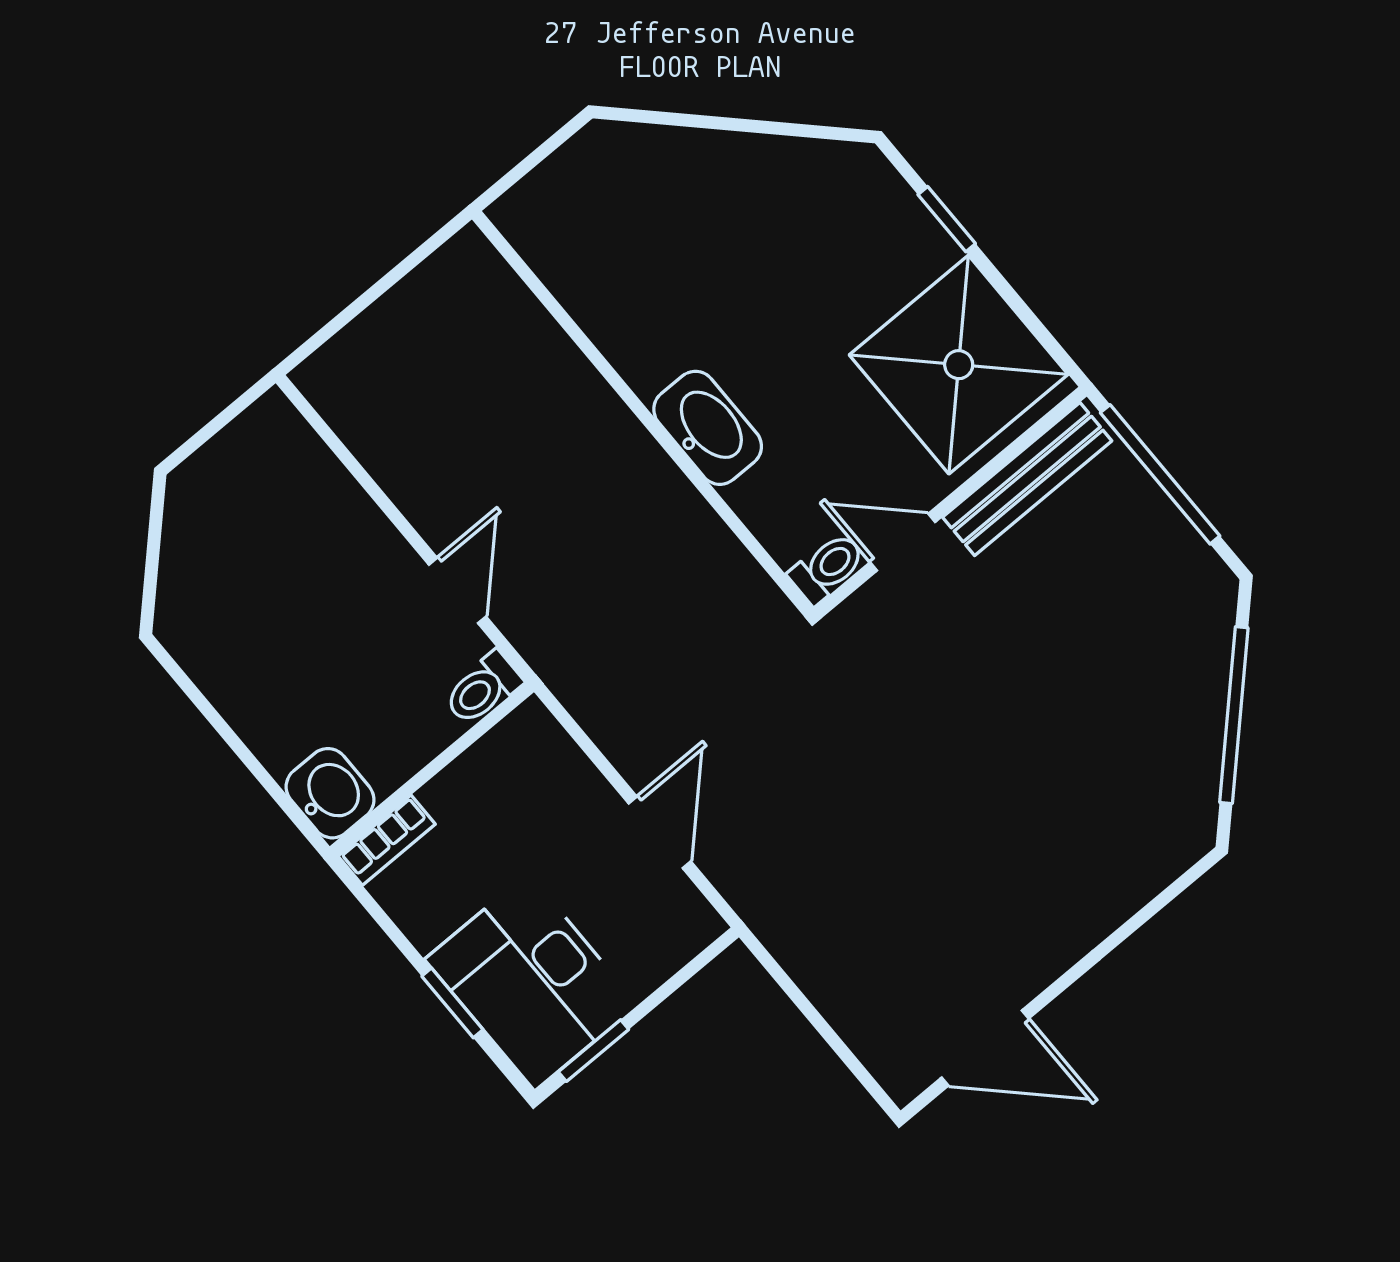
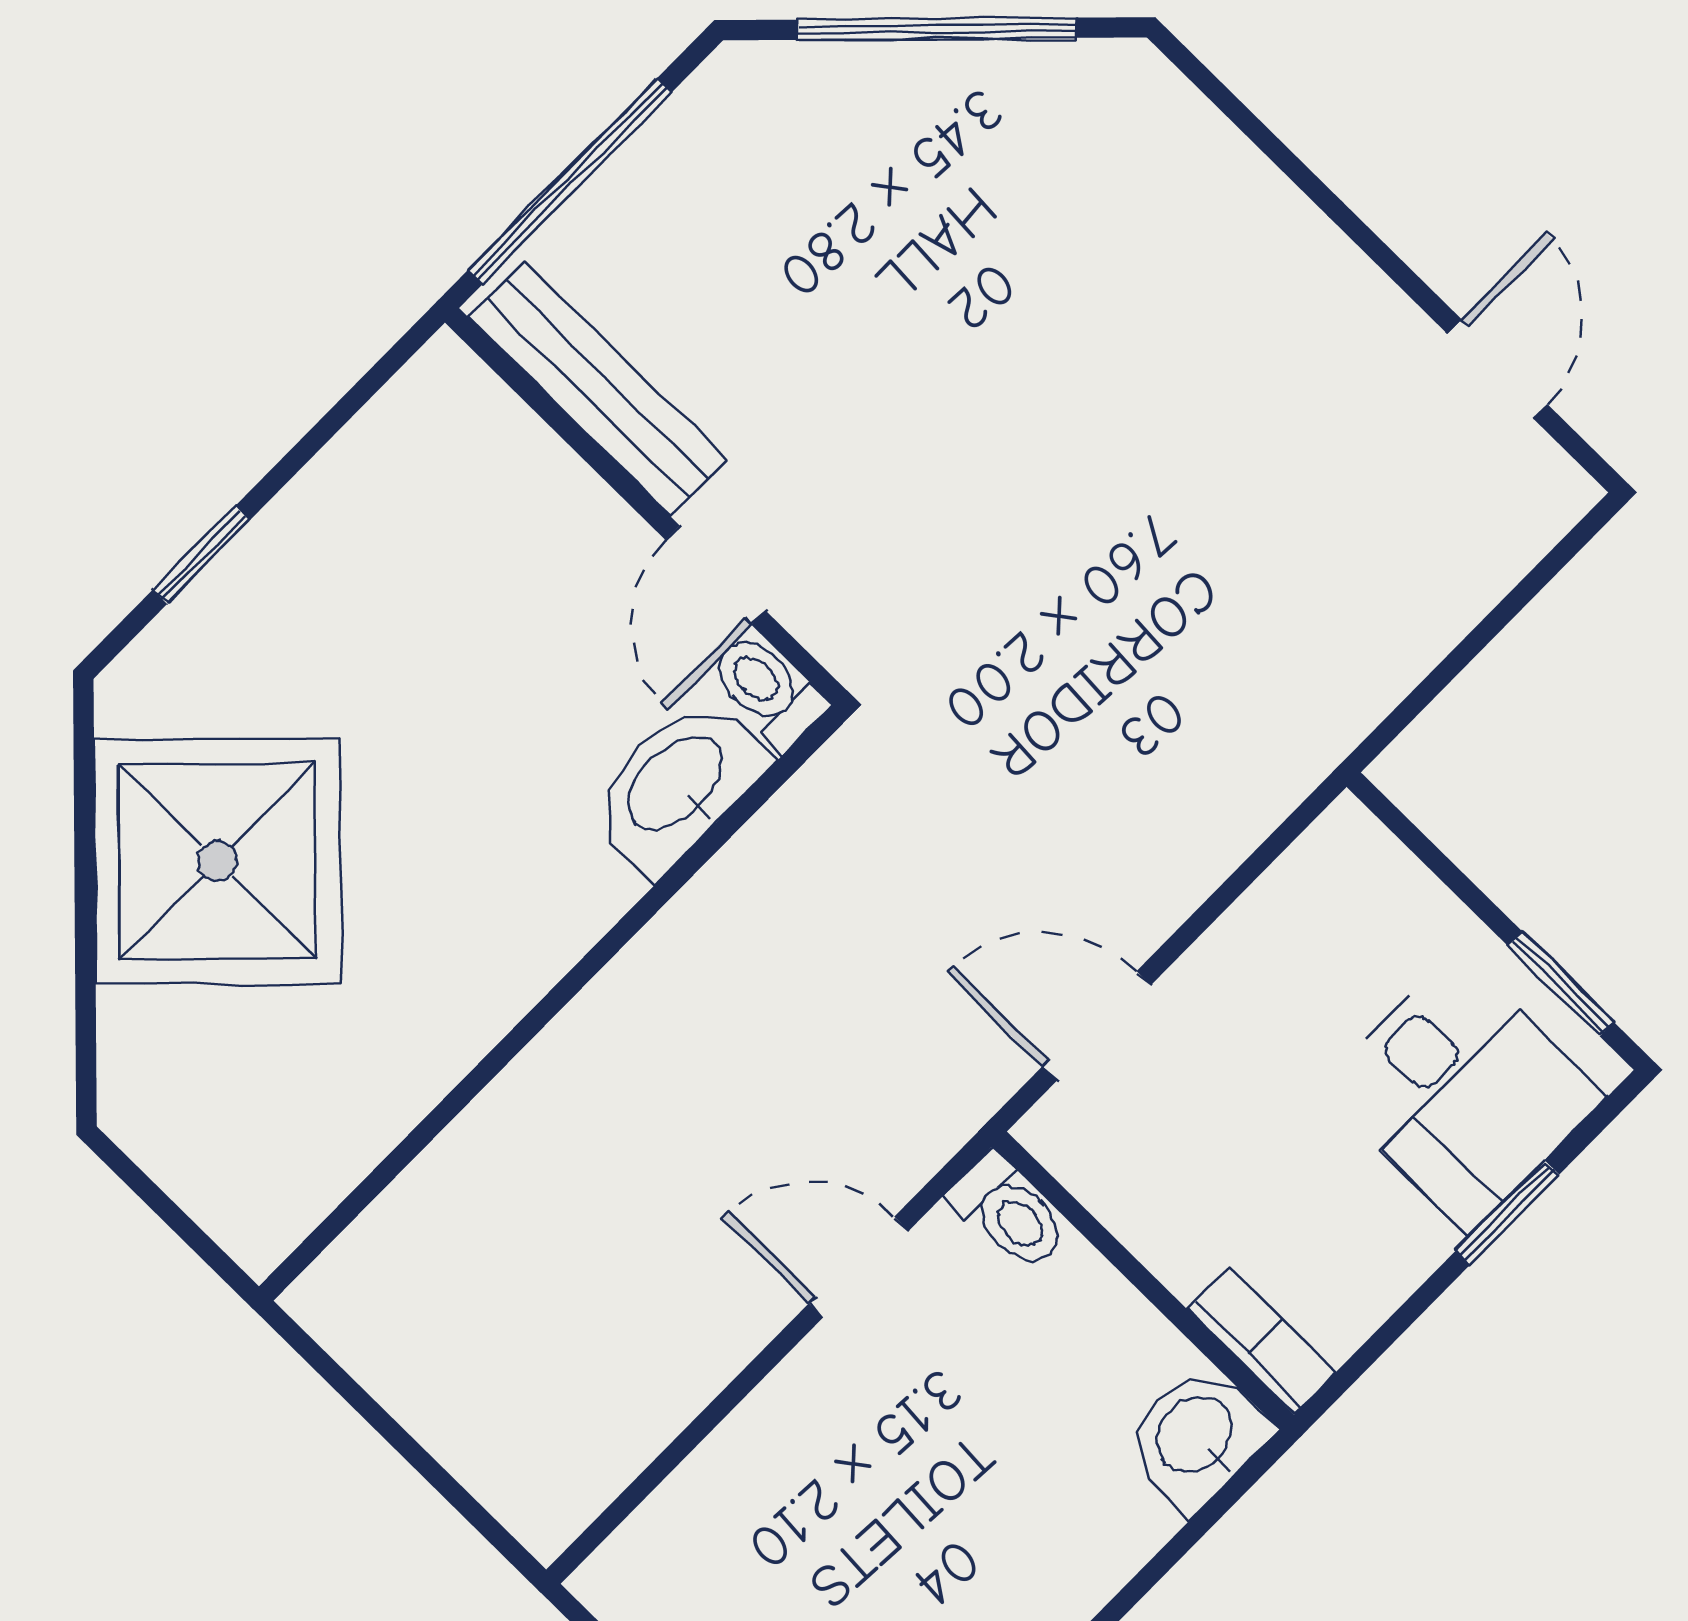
shower: (959, 365) -> (217, 861), moved, turned 45
washbasin: (708, 428) -> (677, 785), moved
door: (660, 832) -> (1097, 1026), moved
desk: (531, 982) -> (1462, 1092), width x0.73
door: (985, 1048) -> (1498, 369), width x0.73

